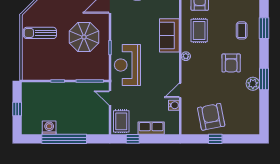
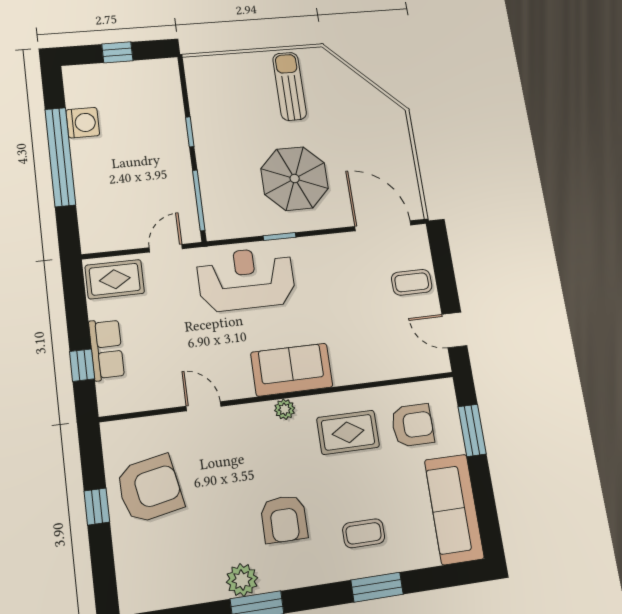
sofa: (169, 35) -> (292, 370), moved
armchair: (231, 63) -> (284, 519), turned -90
water cooler: (174, 105) -> (167, 396), removed
window: (133, 139) -> (82, 365), moved

